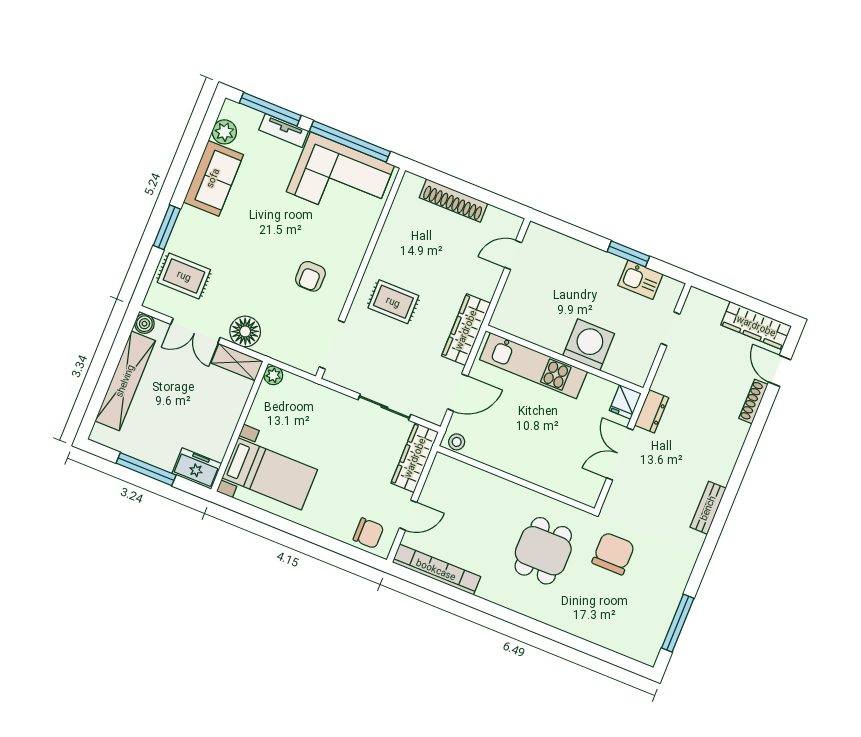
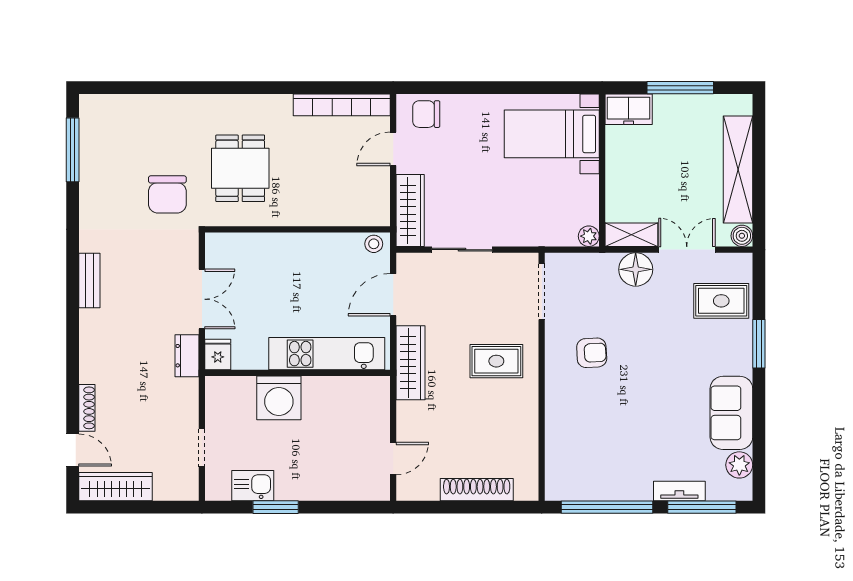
corner sofa: (340, 179) -> (601, 465), removed
armchair: (310, 276) -> (592, 353), turned 87

